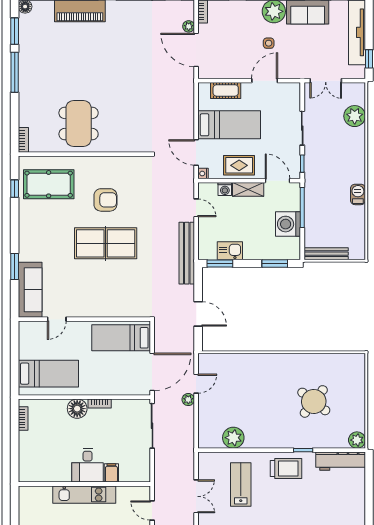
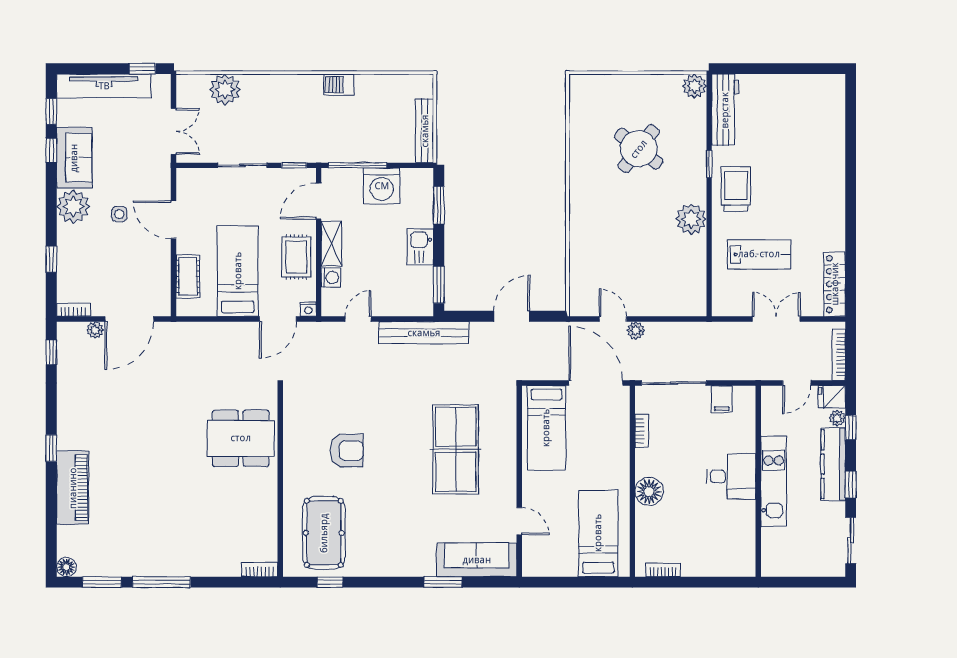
dining table: (79, 123) -> (241, 438), moved
armchair: (105, 200) -> (347, 451), turned 90
table tennis table: (106, 243) -> (456, 449), moved
kitchen sink: (230, 251) -> (420, 247), moved
bookcase: (100, 404) -> (642, 431), moved
plant: (233, 438) -> (691, 219), moved
filing cabinet: (111, 473) -> (722, 399), moved, turned -90
lab bench: (241, 485) -> (759, 254), turned 180

